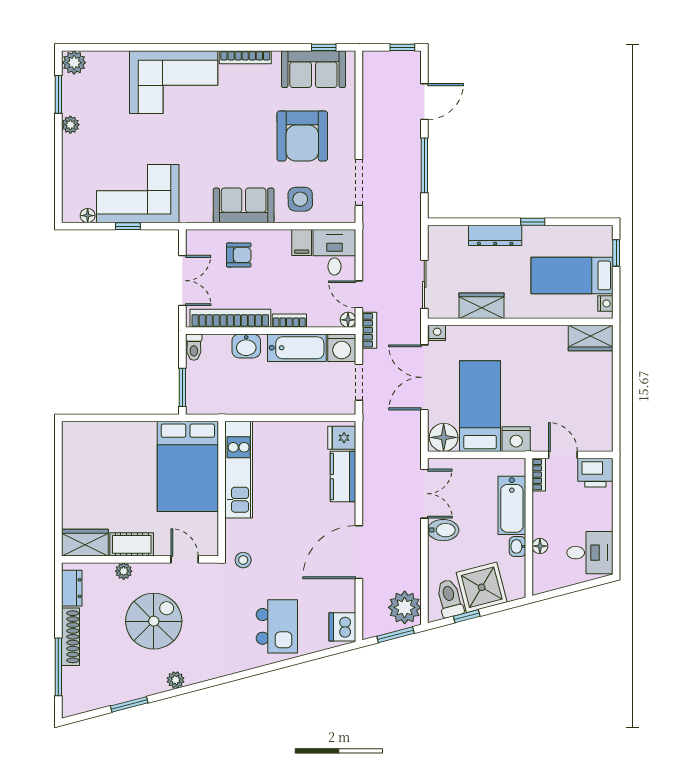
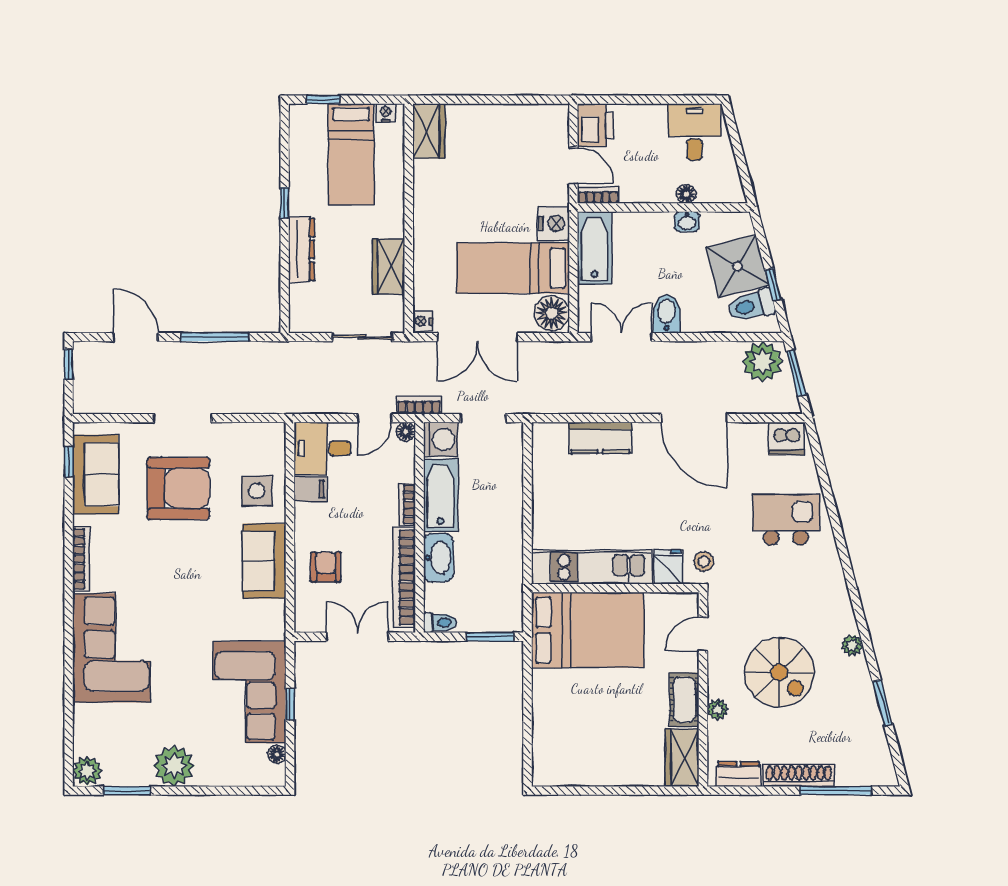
plant: (70, 125) -> (174, 766), width x1.87, depth x1.87
doorway: (359, 182) -> (183, 418), moved
washbasin: (246, 346) -> (438, 558), width x1.38
fridge: (342, 438) -> (668, 567), moved, turned 180
door: (563, 455) -> (573, 165), swing flipped
bathtub: (512, 505) -> (595, 248), moved, turned -90
spiral stairs: (154, 621) -> (779, 672), turned 180

